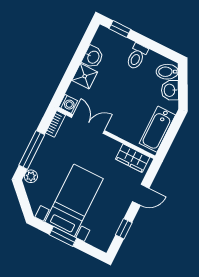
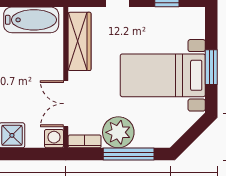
wardrobe: (133, 158) -> (80, 41), width x1.50
plant: (31, 176) -> (118, 132), moved, width x1.88, depth x1.88

